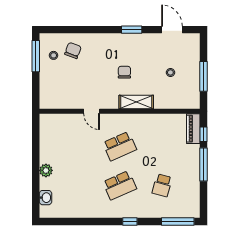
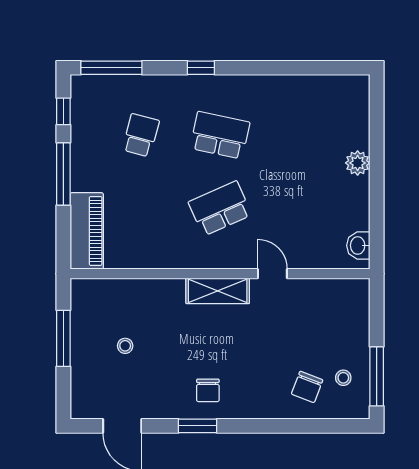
chair: (124, 72) -> (208, 390), moved
shelving: (136, 102) -> (218, 291), moved
piano: (193, 129) -> (87, 231), width x1.37, depth x1.33
window: (204, 134) -> (63, 111), moved
school desk: (120, 185) -> (220, 135), turned 36
washbasin: (46, 198) -> (358, 245), moved

